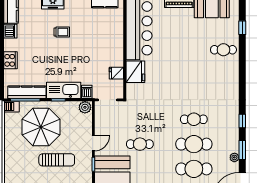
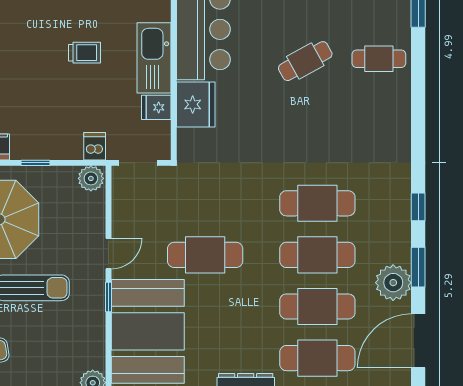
trolley: (62, 32) -> (84, 53), moved
cafe table: (188, 51) -> (305, 61), added
kitchen sink: (64, 90) -> (154, 58), moved, turned -90
cafe table: (194, 119) -> (317, 203), width x1.37, depth x1.35
cafe table: (140, 144) -> (205, 255), width x1.37, depth x1.35
plant: (234, 157) -> (393, 283), width x1.88, depth x1.88

